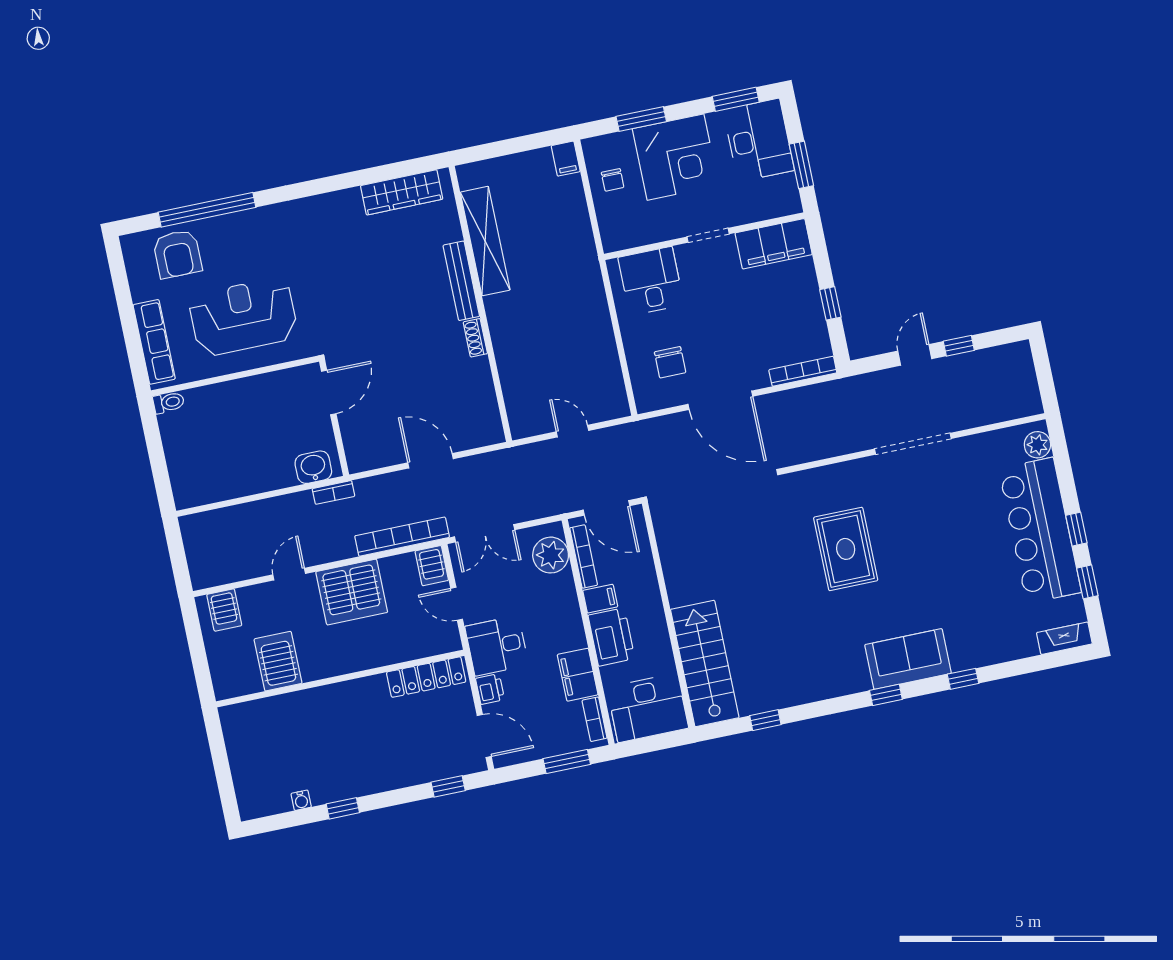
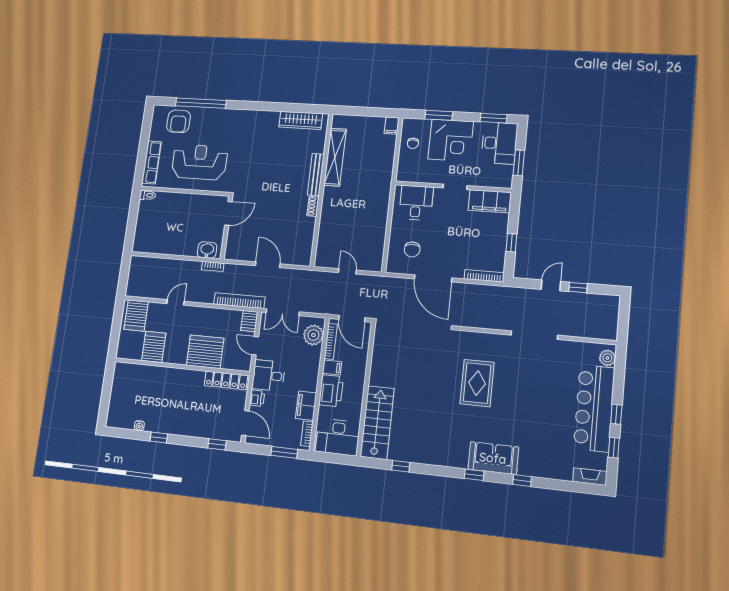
server rack: (352, 592) -> (205, 352), moved, turned 180
server rack: (224, 610) -> (136, 316), width x1.36, depth x1.44

